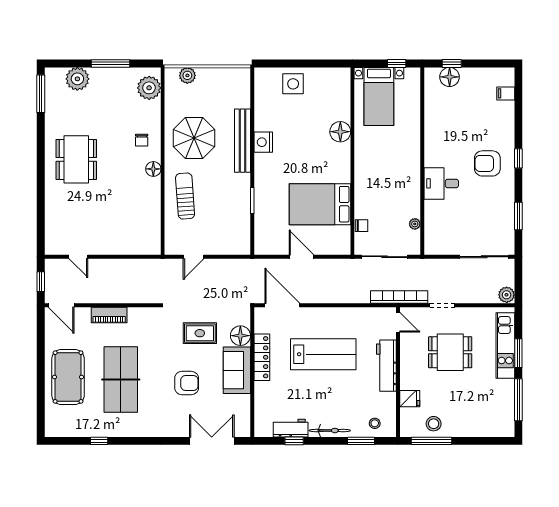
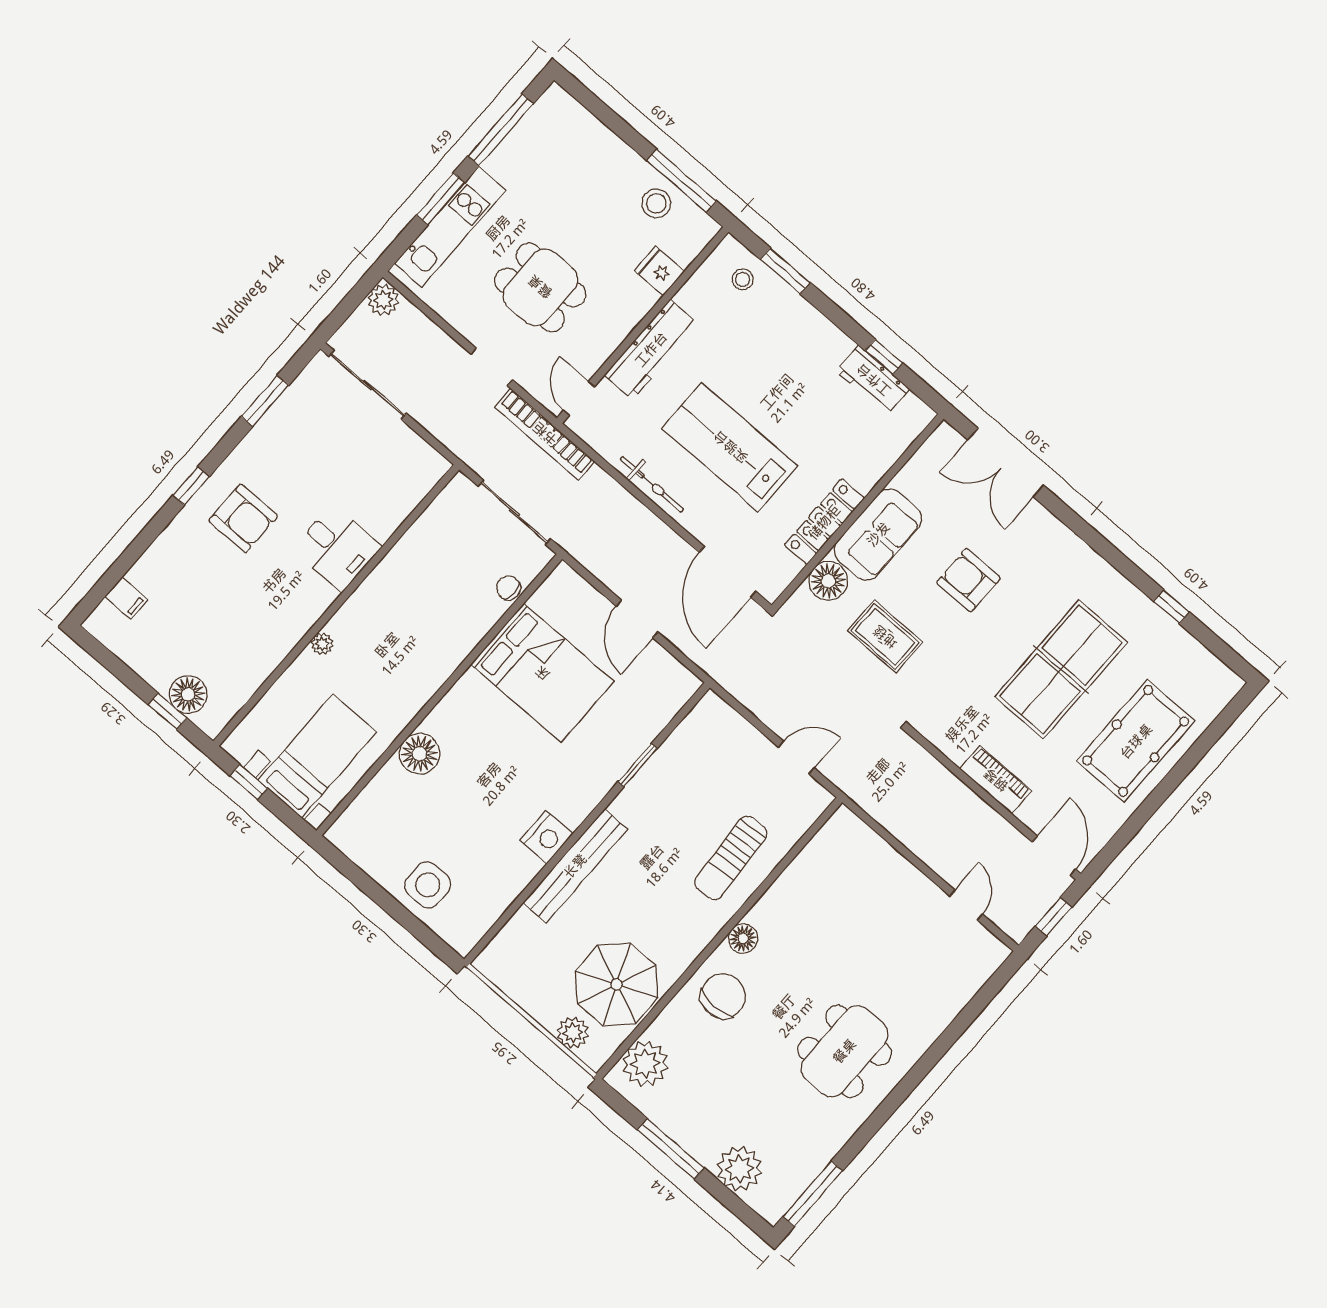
parasol: (194, 138) -> (617, 984), moved
chair: (142, 140) -> (723, 996), width x1.87, depth x1.87
plant: (415, 224) -> (322, 644), moved
bicycle: (330, 431) -> (652, 484), moved, turned 180

